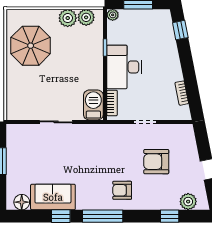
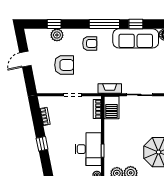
window: (180, 30) -> (42, 144), moved
desk: (124, 67) -> (88, 149), moved
fireplace: (96, 130) -> (110, 88), added
sofa: (53, 197) -> (136, 38), width x1.36
plant: (188, 202) -> (57, 35), moved

